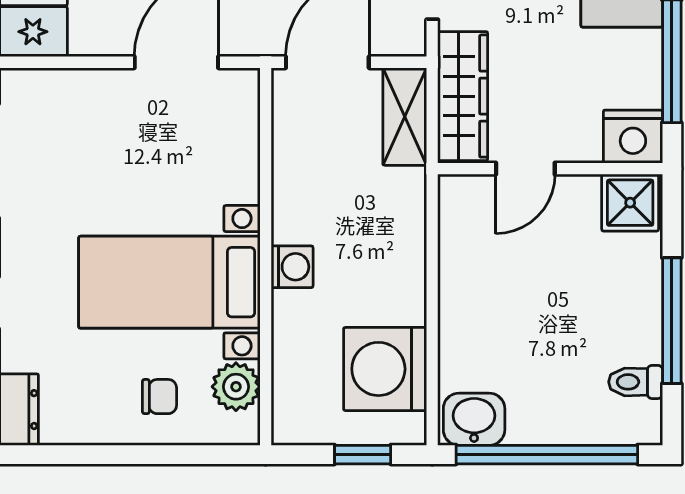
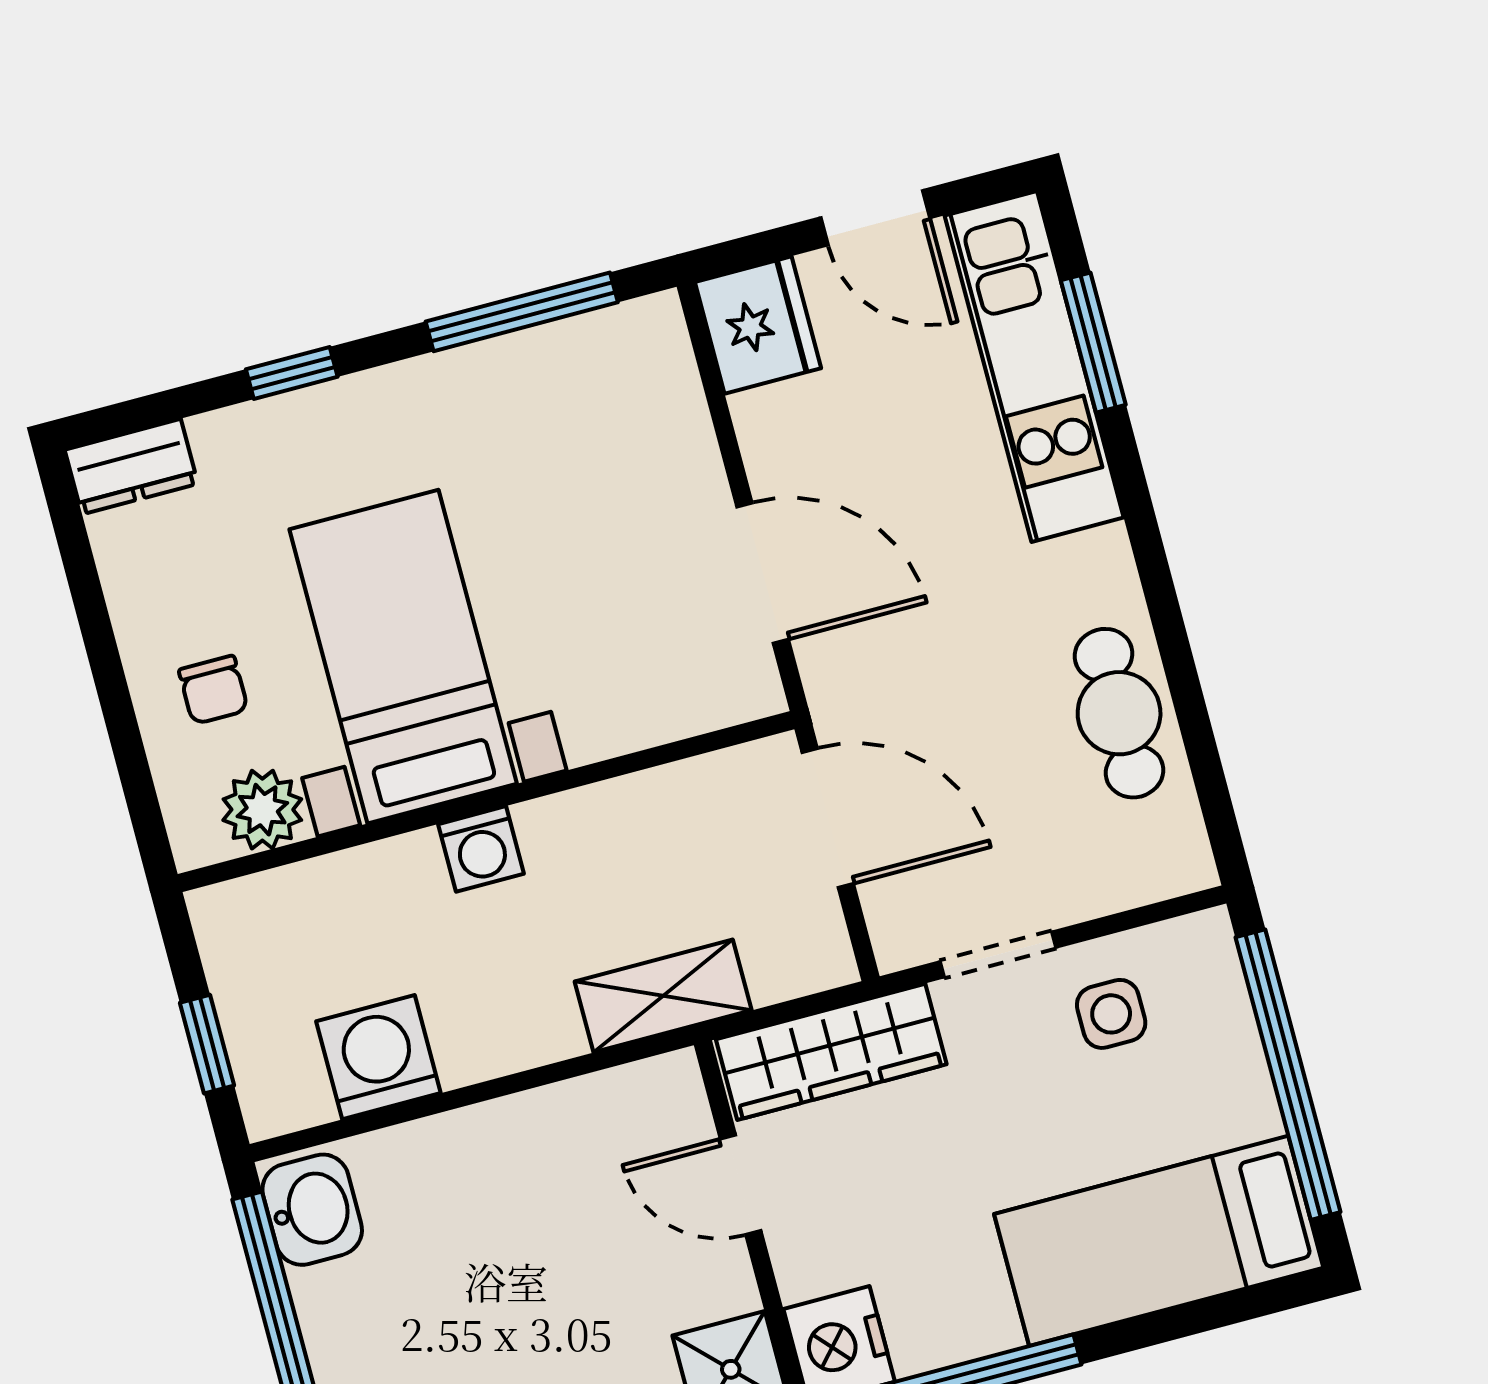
shelving: (405, 117) -> (663, 996), moved
washing machine: (385, 369) -> (378, 1057), width x0.73, depth x0.73

